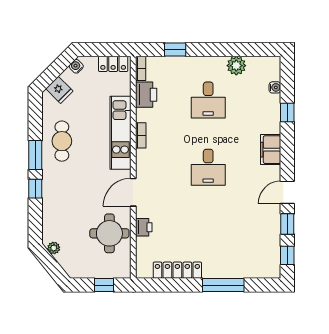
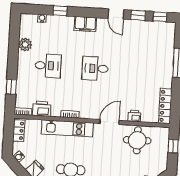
desk: (208, 167) -> (95, 68), turned 180
door: (133, 192) -> (109, 122), swing flipped
locker: (177, 270) -> (165, 106), moved

